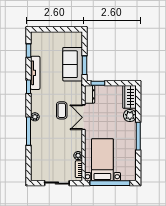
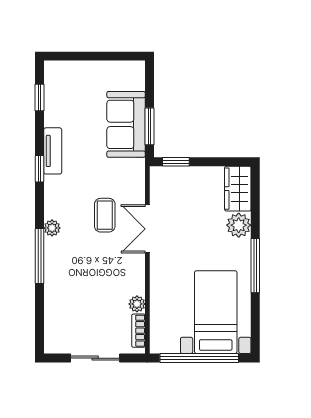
tv unit: (35, 73) -> (53, 151), width x0.71
dresser: (90, 94) -> (159, 184), removed
bed with nightstands: (102, 160) -> (216, 312), moved

